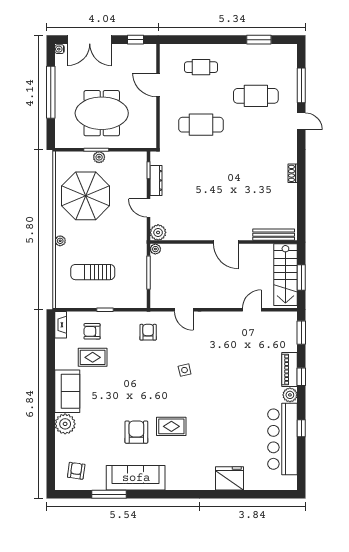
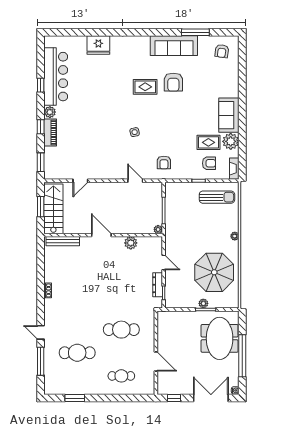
meeting table: (102, 113) -> (220, 338), moved, turned 90
plant: (158, 232) -> (131, 243), moved
sun lounger: (93, 272) -> (217, 197), moved
plant: (65, 424) -> (231, 141), moved

